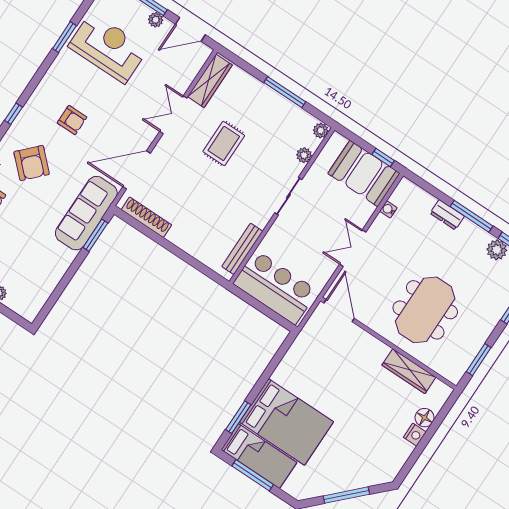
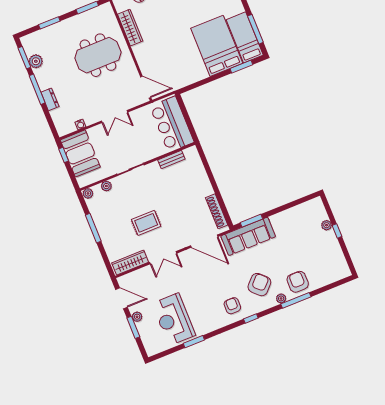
armchair: (72, 120) -> (232, 306), moved
bench: (242, 249) -> (171, 159), width x0.73
door: (339, 311) -> (146, 87), swing flipped

